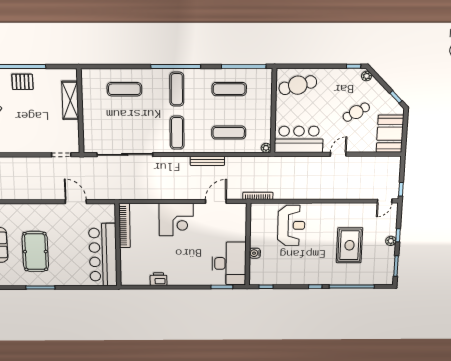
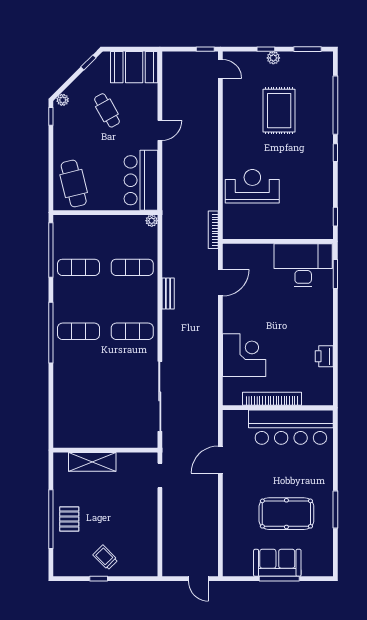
exercise mat: (124, 89) -> (78, 395), removed
exercise mat: (229, 89) -> (78, 267), turned 90
exercise mat: (229, 133) -> (132, 267), turned 90
door: (338, 154) -> (160, 130), swing flipped
bench: (207, 161) -> (168, 294), width x0.73
door: (216, 201) -> (220, 283), swing flipped
corner desk: (176, 220) -> (244, 355), moved
bookcase: (124, 226) -> (272, 399), moved
rug: (350, 245) -> (279, 111), turned 90
water cooler: (255, 253) -> (289, 232), removed

